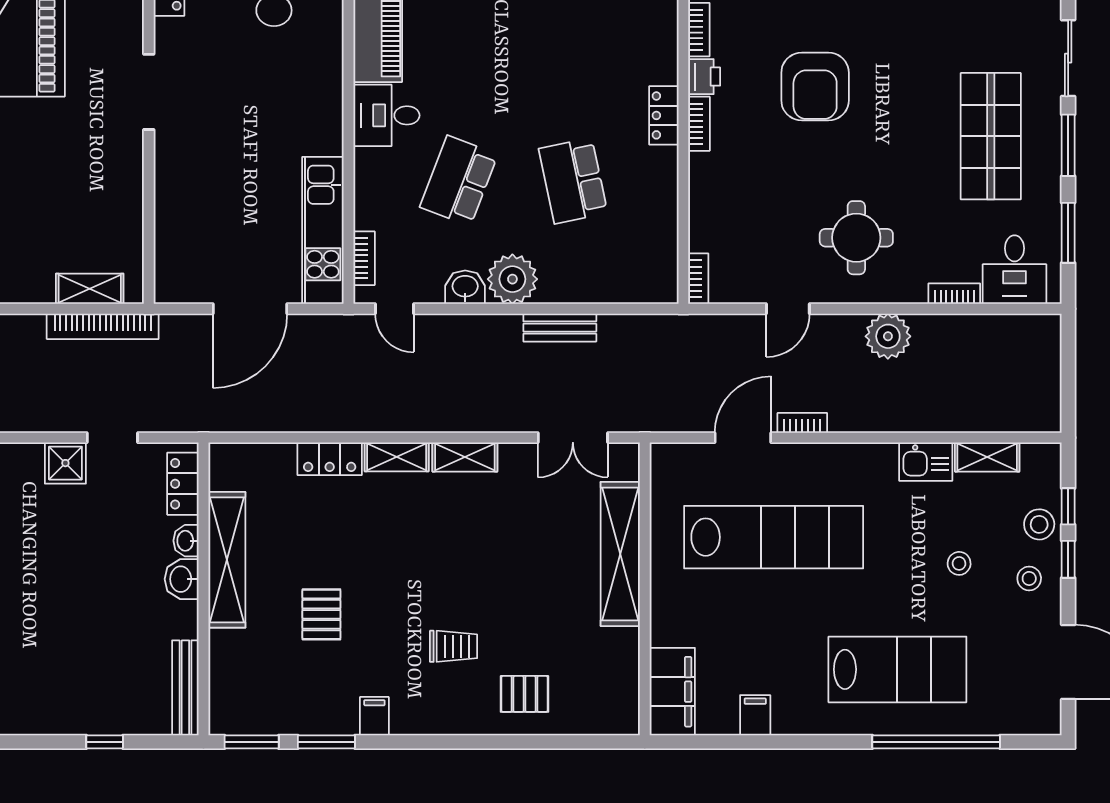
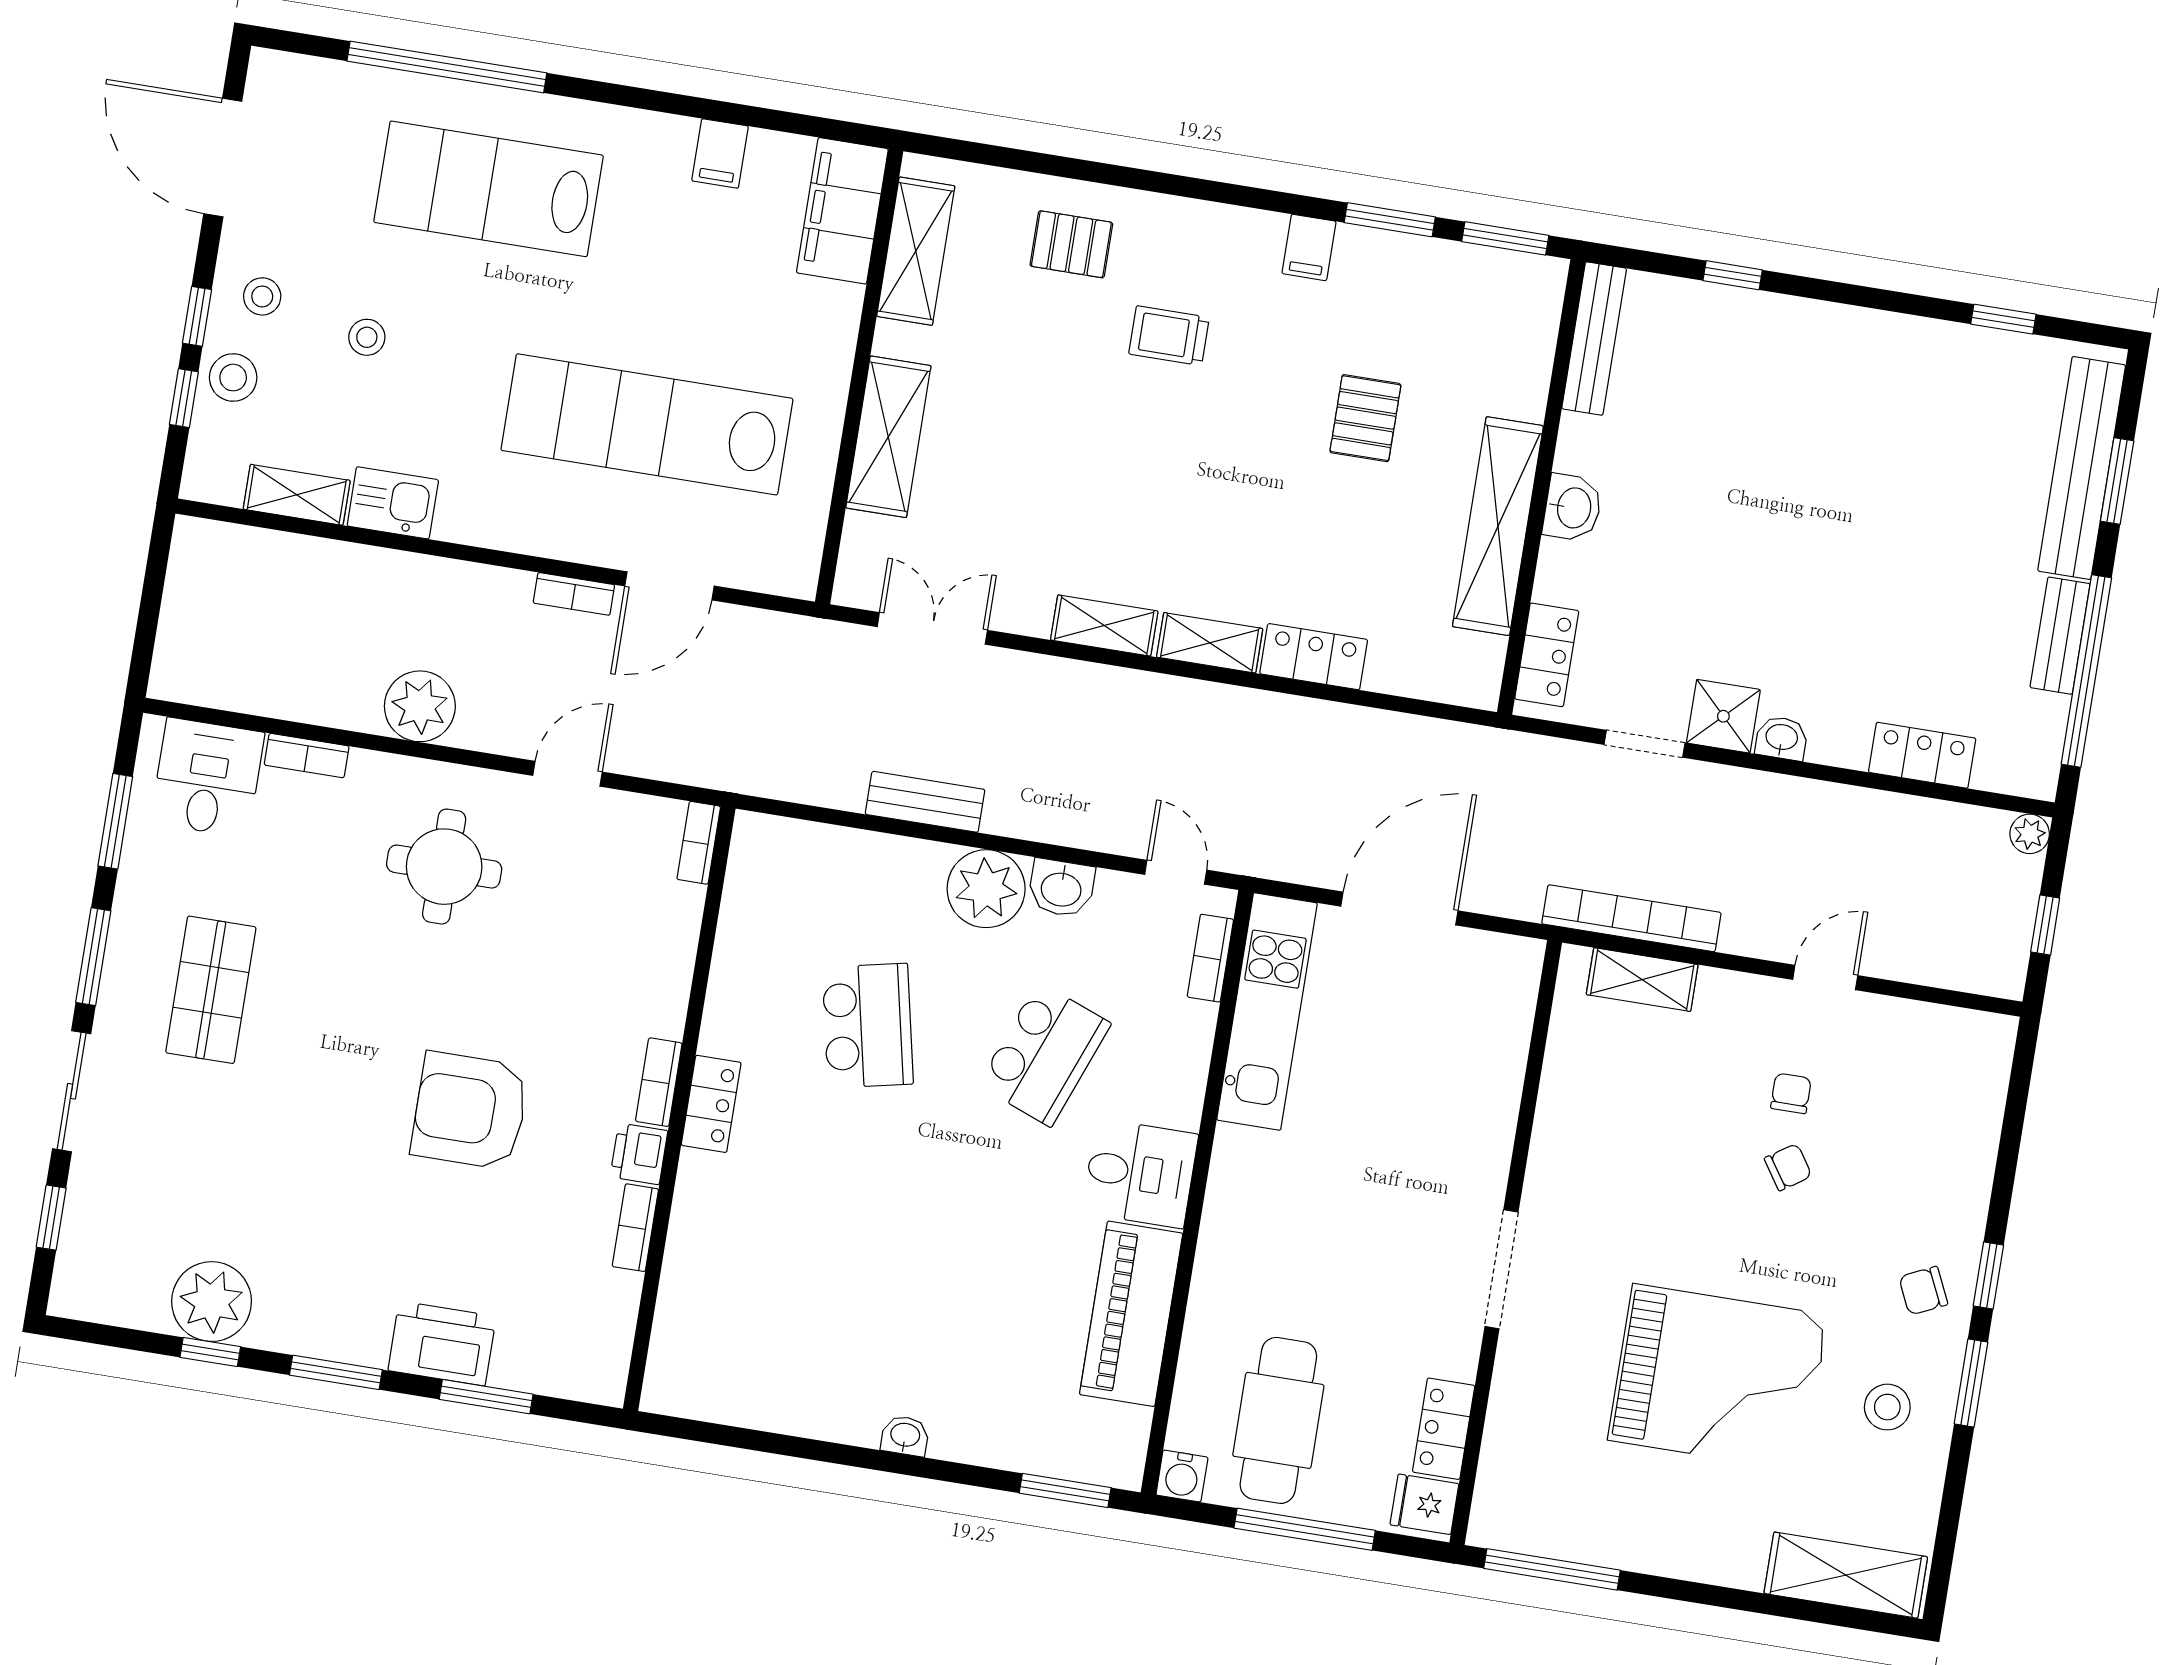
armchair: (815, 87) -> (470, 1111), turned -90
shop shelf: (991, 136) -> (211, 990), width x0.70, depth x0.74
washbasin: (186, 541) -> (1782, 738), moved, turned -90
shelving: (620, 554) -> (888, 437), width x0.68
shelving: (622, 674) -> (916, 251), added

